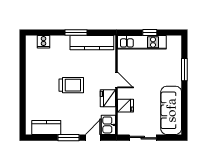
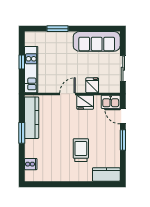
trolley: (71, 85) -> (81, 150), moved
kitchen counter: (46, 127) -> (106, 174), moved, turned 90

